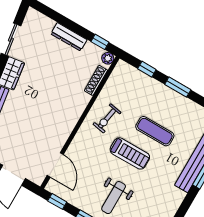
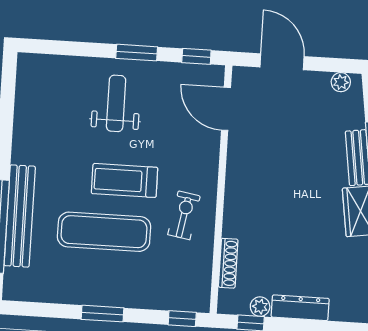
plant: (108, 58) -> (260, 307), moved
window: (147, 69) -> (182, 319), moved
exercise mat: (155, 131) -> (104, 232), width x1.36, depth x1.45

